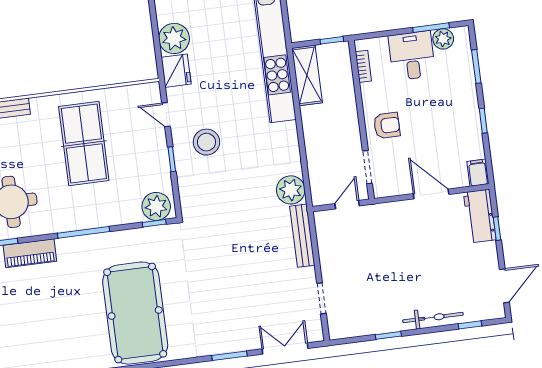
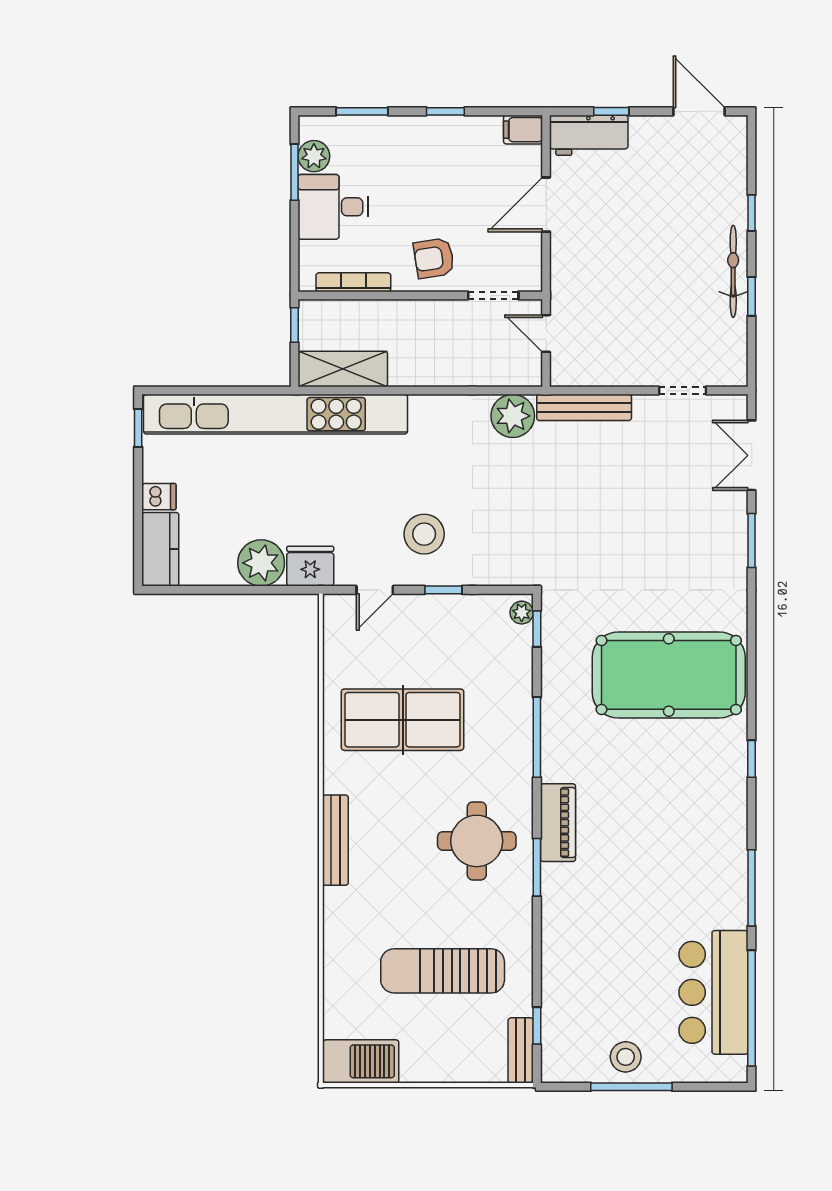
bookcase: (363, 66) -> (353, 282), width x1.56
armchair: (387, 126) -> (434, 258), turned -99
plant: (156, 206) -> (522, 613), width x0.53, depth x0.53
bicycle: (433, 317) -> (733, 271), moved
window: (470, 325) -> (752, 213), moved

